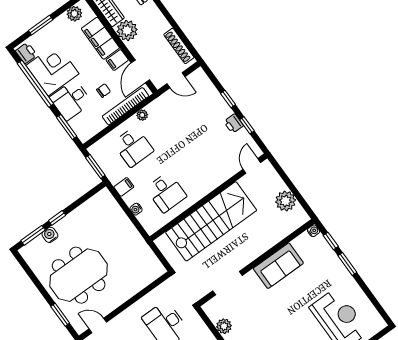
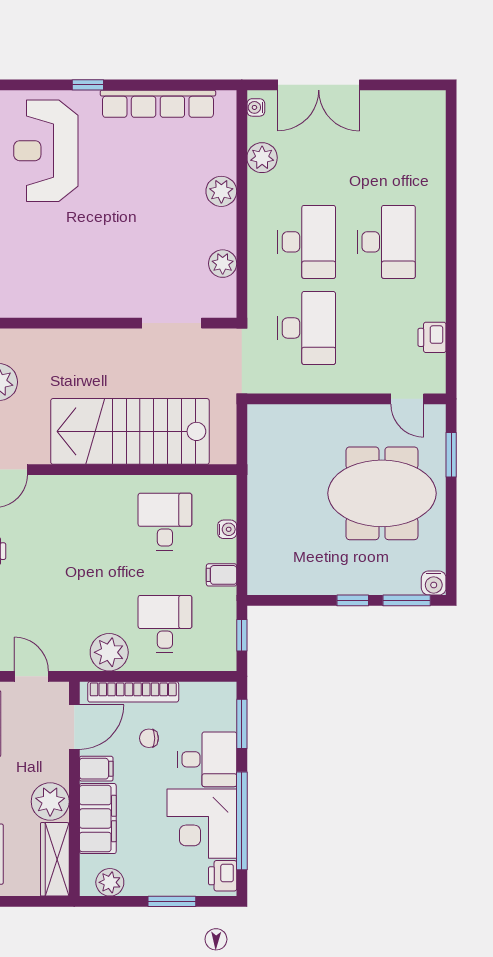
plant: (142, 115) -> (109, 652), width x1.88, depth x1.88
window: (95, 167) -> (242, 635), width x0.67
water cooler: (50, 235) -> (434, 583), moved
sofa: (278, 266) -> (78, 295), removed

